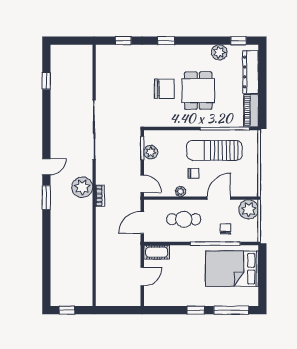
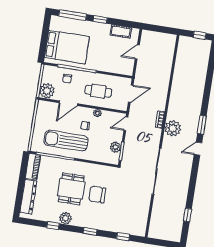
window: (238, 41) -> (53, 226), moved
plant: (219, 52) -> (65, 218), moved
sun lounger: (214, 150) -> (66, 141), turned 180
door: (142, 184) -> (126, 124), hinge flipped
cot: (157, 252) -> (121, 31), moved

